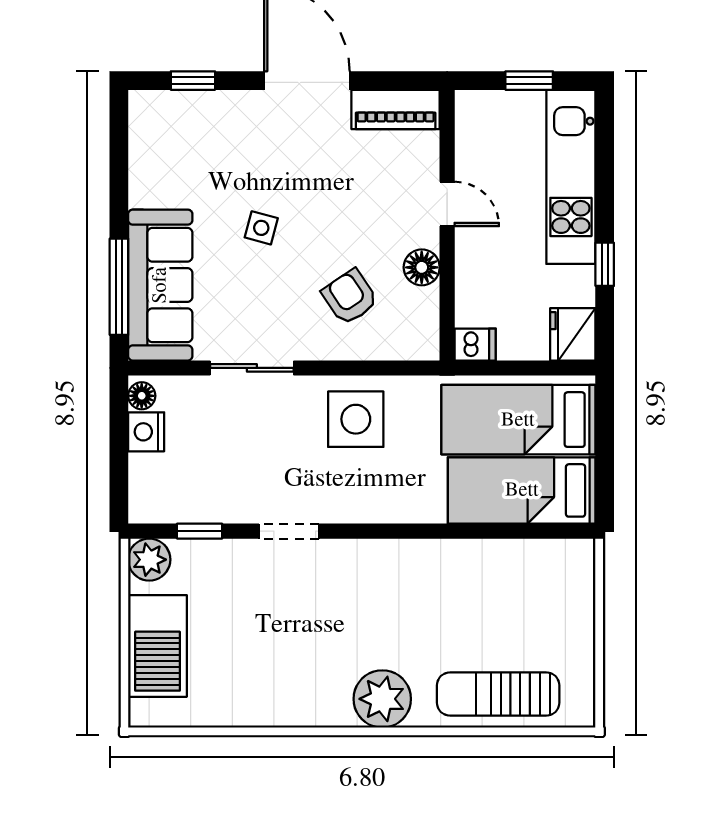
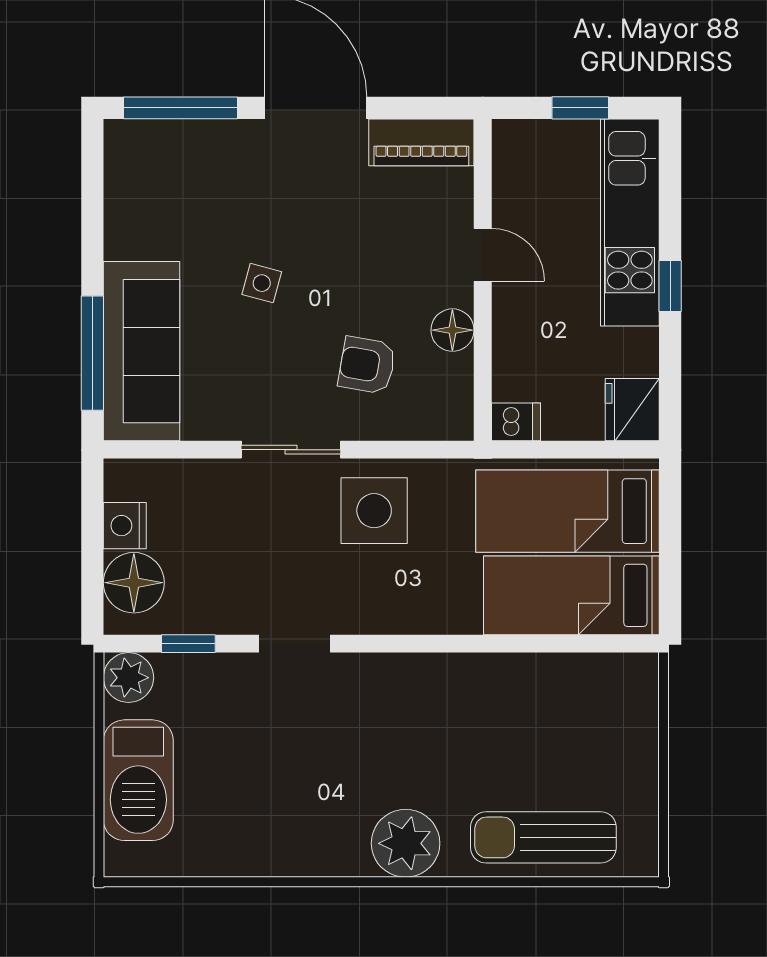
window: (193, 81) -> (181, 108), width x2.17
window: (605, 264) -> (670, 286), moved
armchair: (350, 297) -> (367, 365), turned -46
sliding door: (252, 368) -> (291, 450), moved
floor lamp: (142, 396) -> (134, 583), moved, width x1.89, depth x1.89

